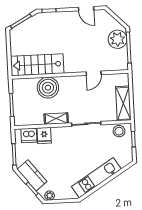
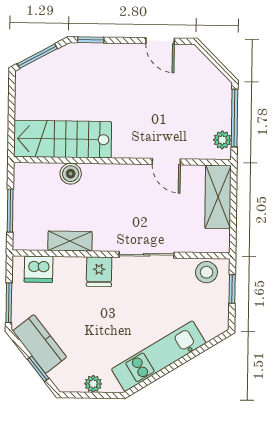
plant: (118, 39) -> (222, 140), moved, width x0.53, depth x0.53
door: (94, 73) -> (166, 162), hinge flipped
boiler: (48, 88) -> (71, 174), width x0.54, depth x0.54
shelving: (123, 103) -> (218, 197), moved
shelving: (56, 119) -> (70, 241), moved
fridge: (44, 135) -> (99, 272), moved
plant: (50, 196) -> (93, 384), moved

